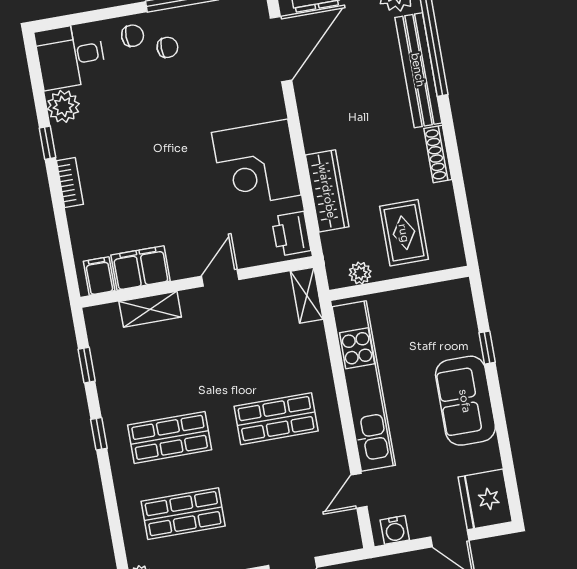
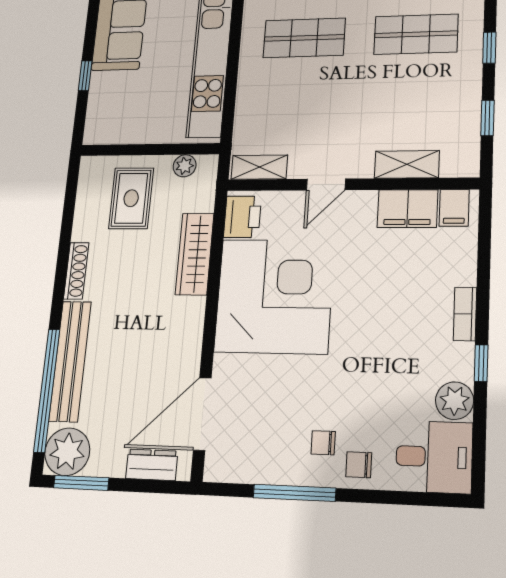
corner desk: (256, 164) -> (274, 296), width x1.36, depth x1.36
shelving: (307, 295) -> (259, 167), moved, turned 90

